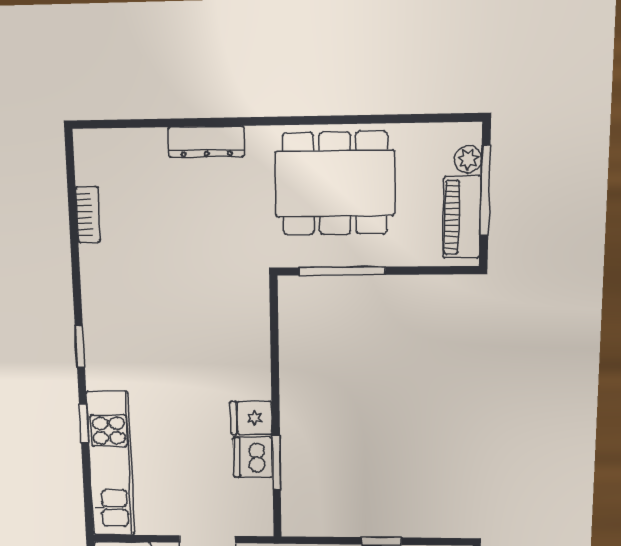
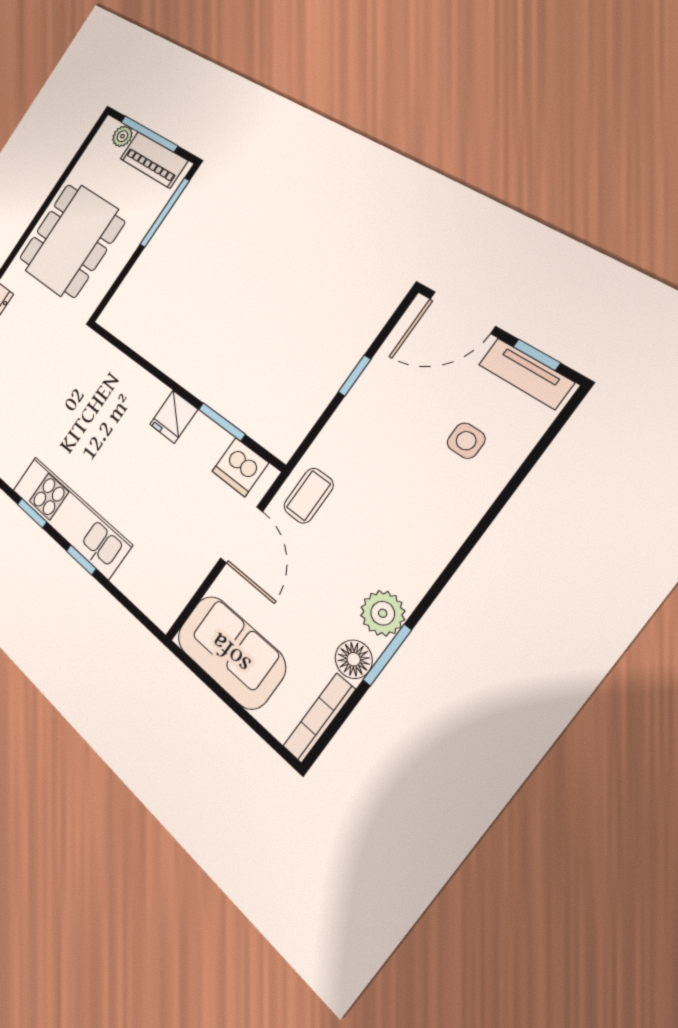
window: (342, 271) -> (165, 213), moved
dishwasher: (253, 457) -> (240, 467), moved
kitchen unit: (111, 464) -> (71, 517), moved

